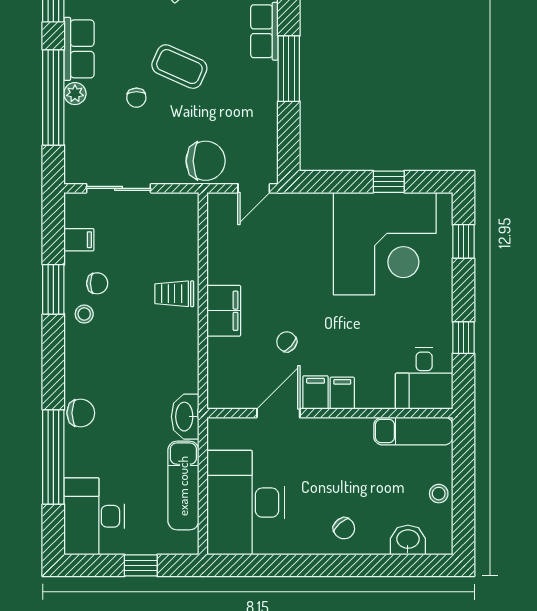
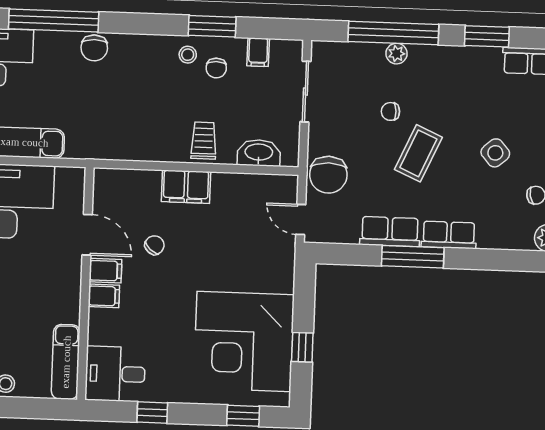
row of seats: (79, 49) -> (390, 232), moved, turned 180
washbasin: (185, 417) -> (259, 153), moved

